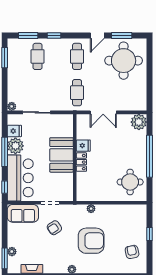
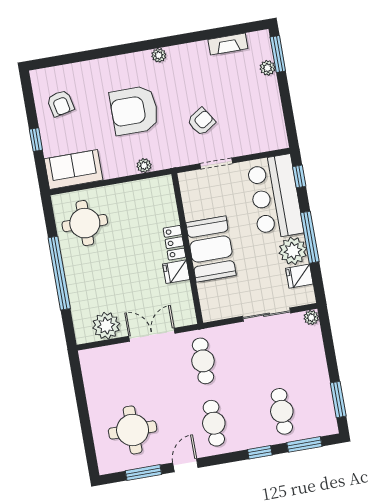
round table: (124, 61) -> (133, 430), width x0.73, depth x0.73
plant: (139, 122) -> (106, 326), moved
sofa: (23, 213) -> (74, 169), moved

